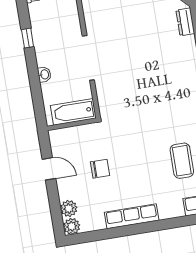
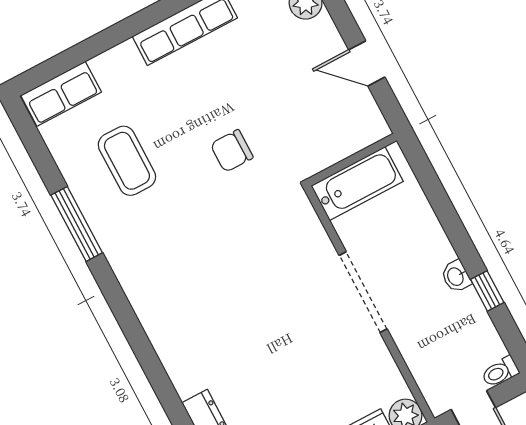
washbasin: (44, 74) -> (456, 276), moved
chair: (100, 169) -> (232, 151), moved

